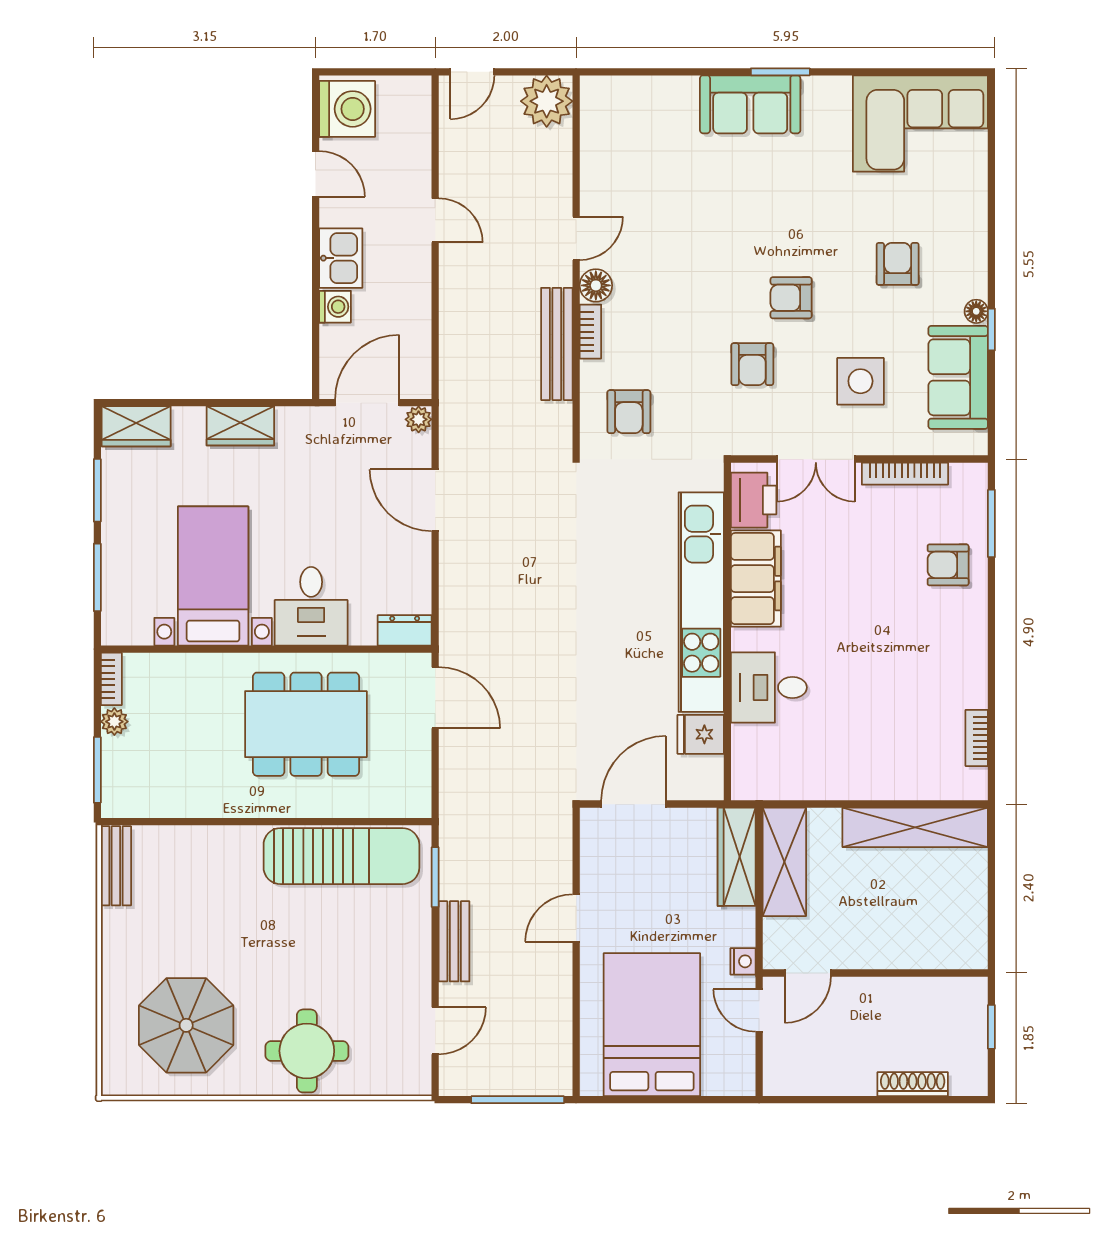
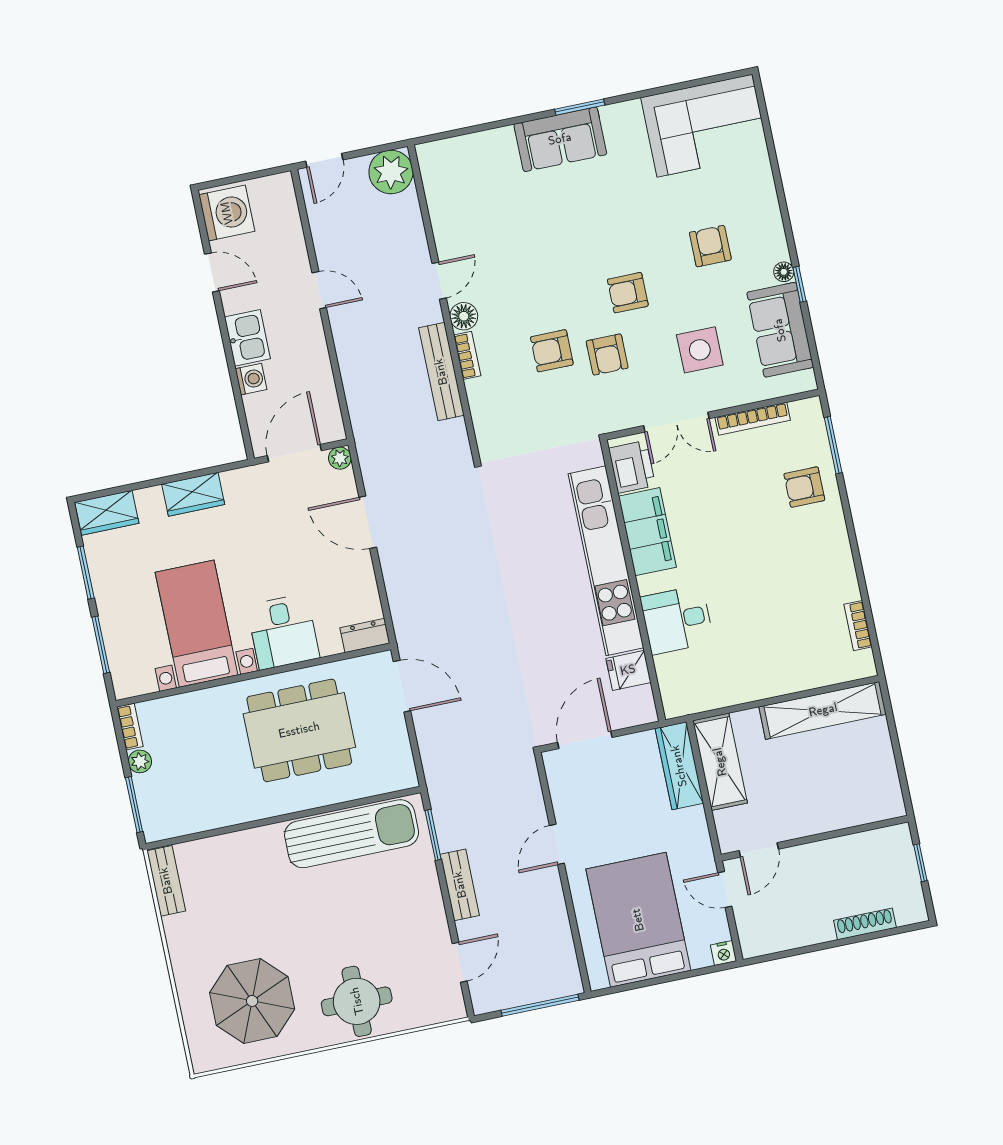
armchair: (629, 412) -> (552, 351), moved, turned 90
nightstand: (743, 961) -> (724, 953), moved, turned 90

